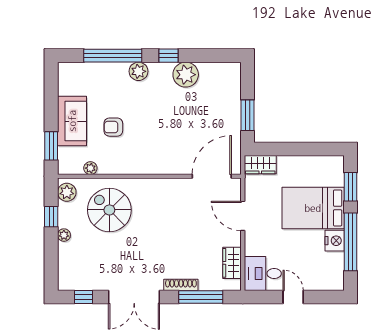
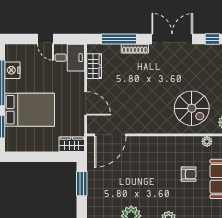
nightstand: (335, 241) -> (12, 70), moved

